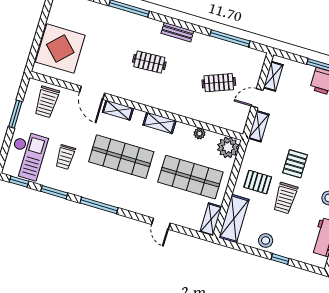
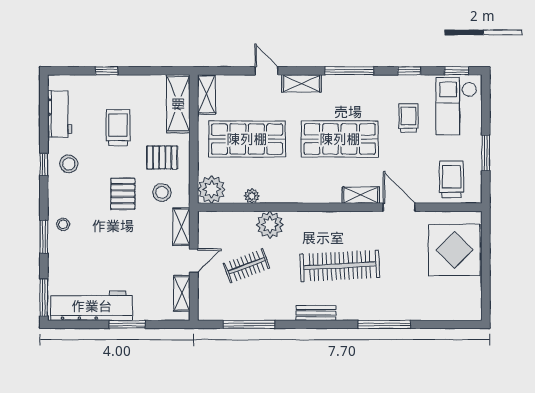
clothes rail: (149, 62) -> (340, 266), width x1.86, depth x1.31
plant: (192, 108) -> (270, 225), added
shelving: (159, 123) -> (302, 83), moved
window: (54, 192) -> (409, 71), width x0.67
trolley: (285, 198) -> (118, 128), moved
stool: (266, 241) -> (162, 192), moved

